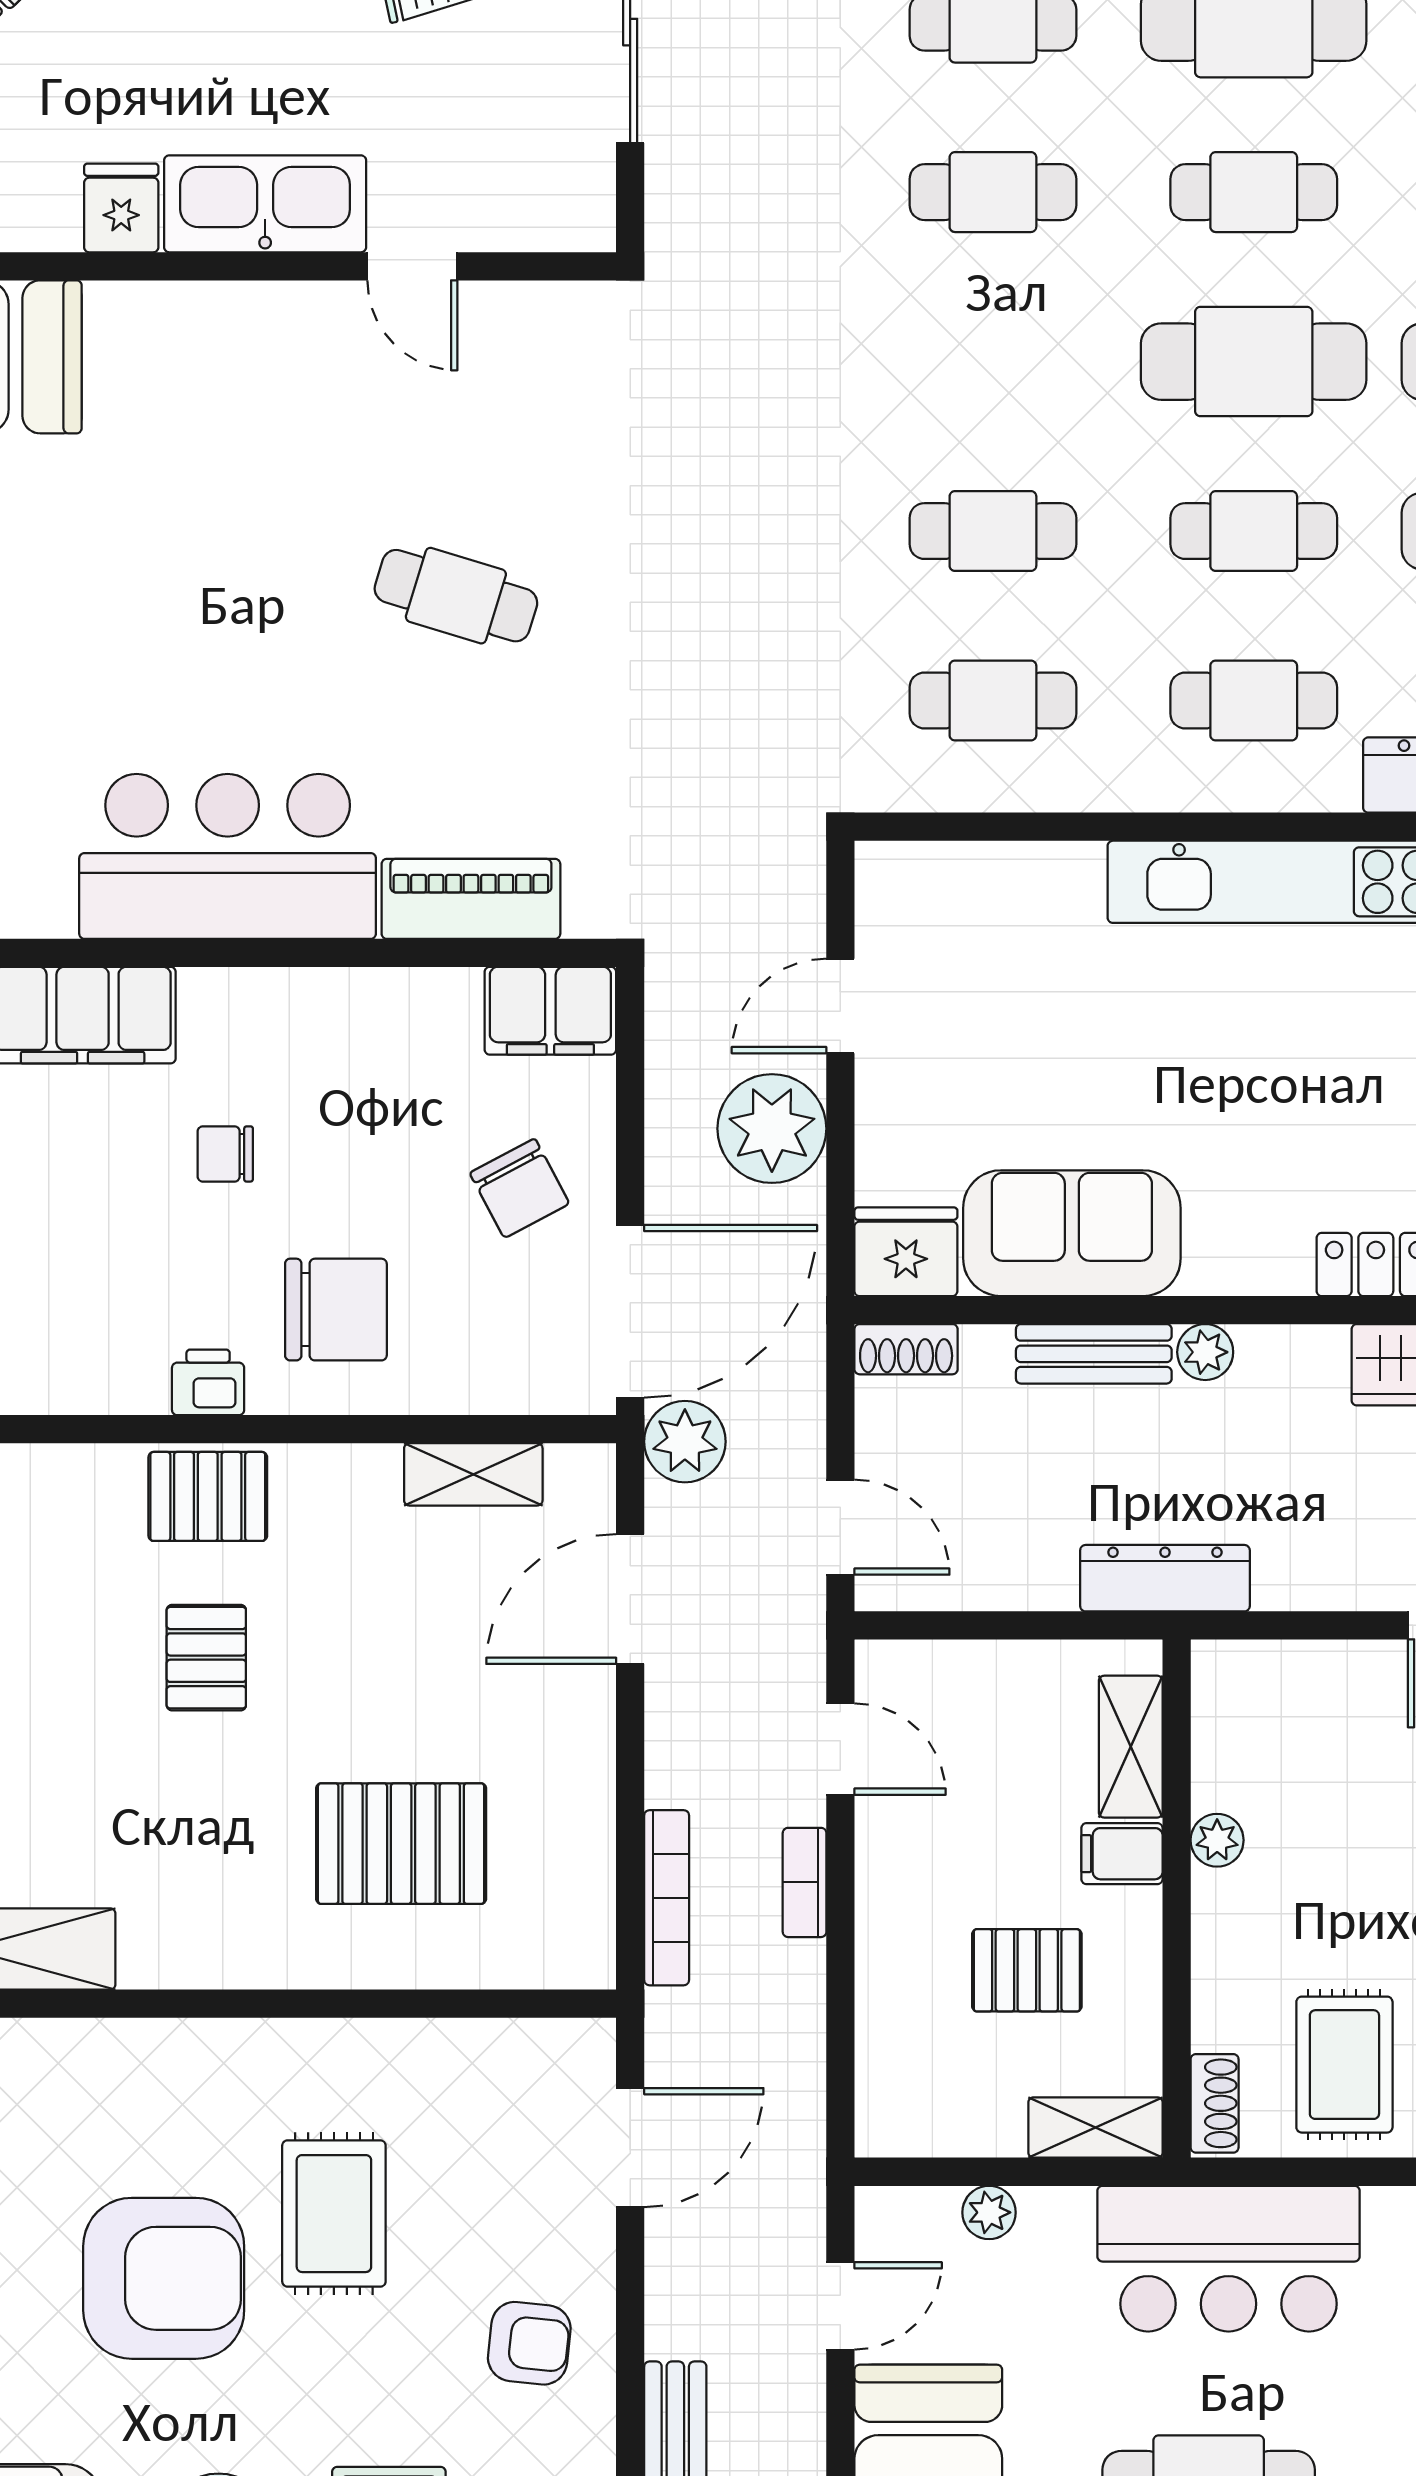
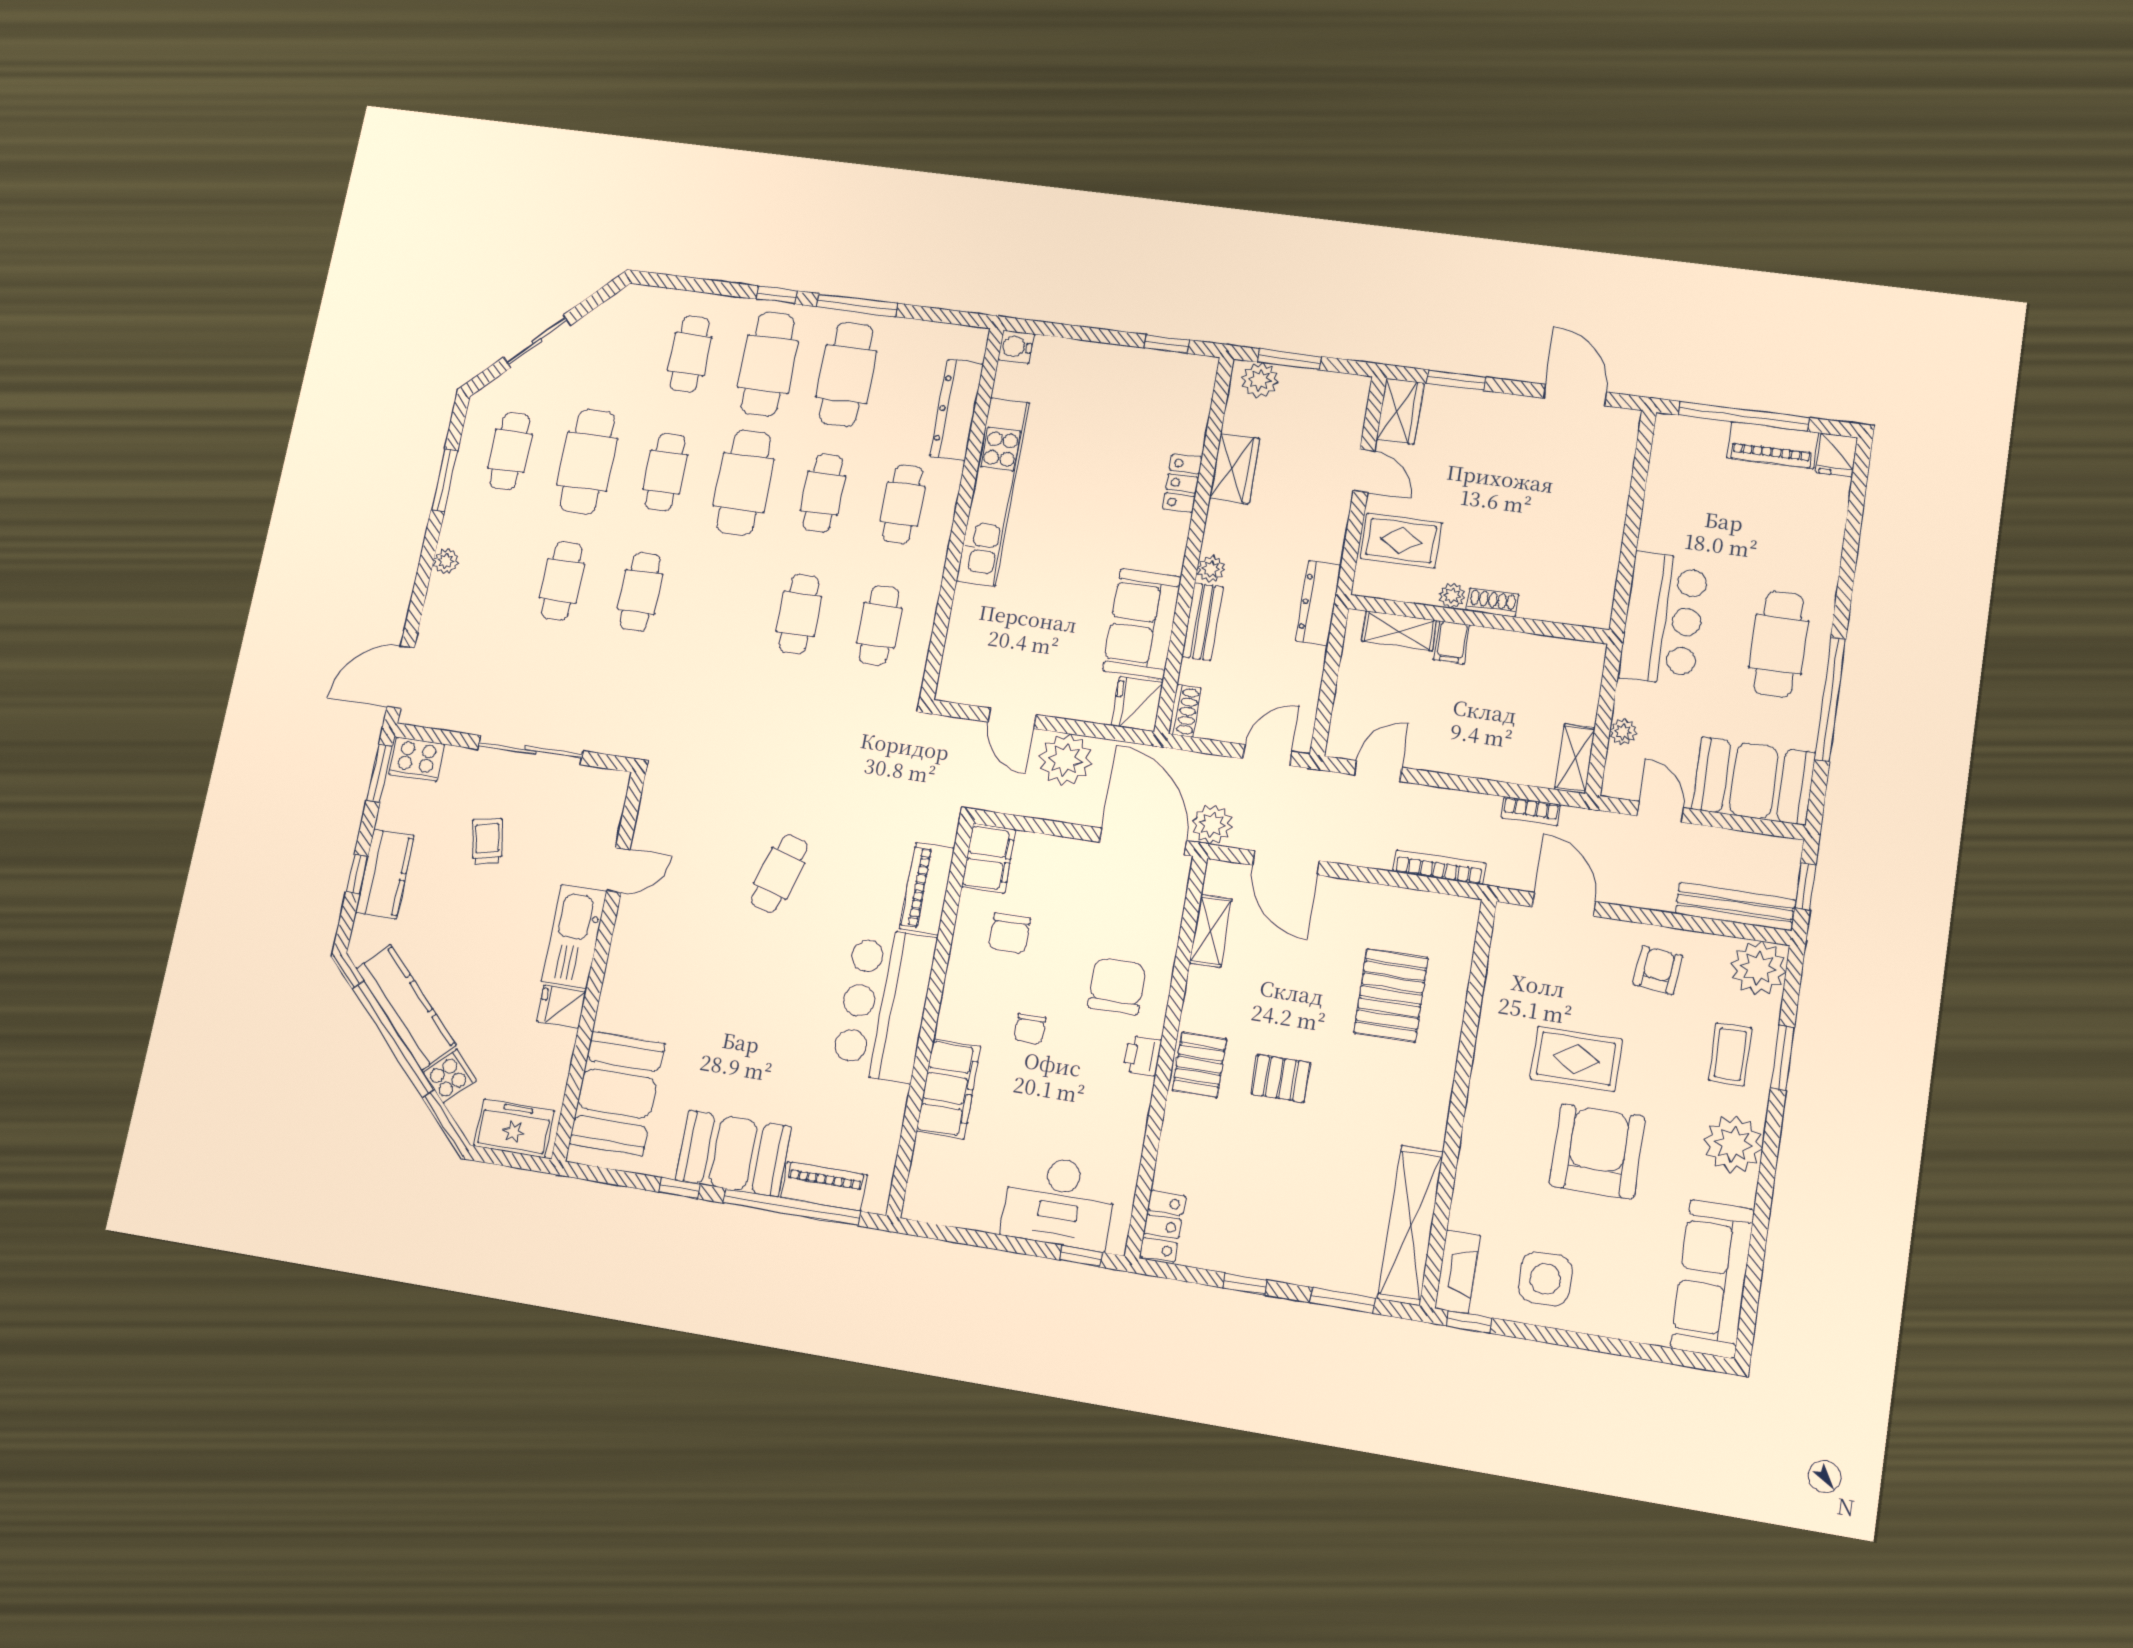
chair: (520, 1188) -> (1009, 933), moved, turned 118
bookcase: (805, 1882) -> (1531, 811), moved
pallet: (1027, 1970) -> (1503, 696), removed
rug: (1344, 2065) -> (1401, 540), moved
shoe rack: (1215, 2103) -> (1493, 603), moved
shelving: (1095, 2128) -> (1575, 759), moved

